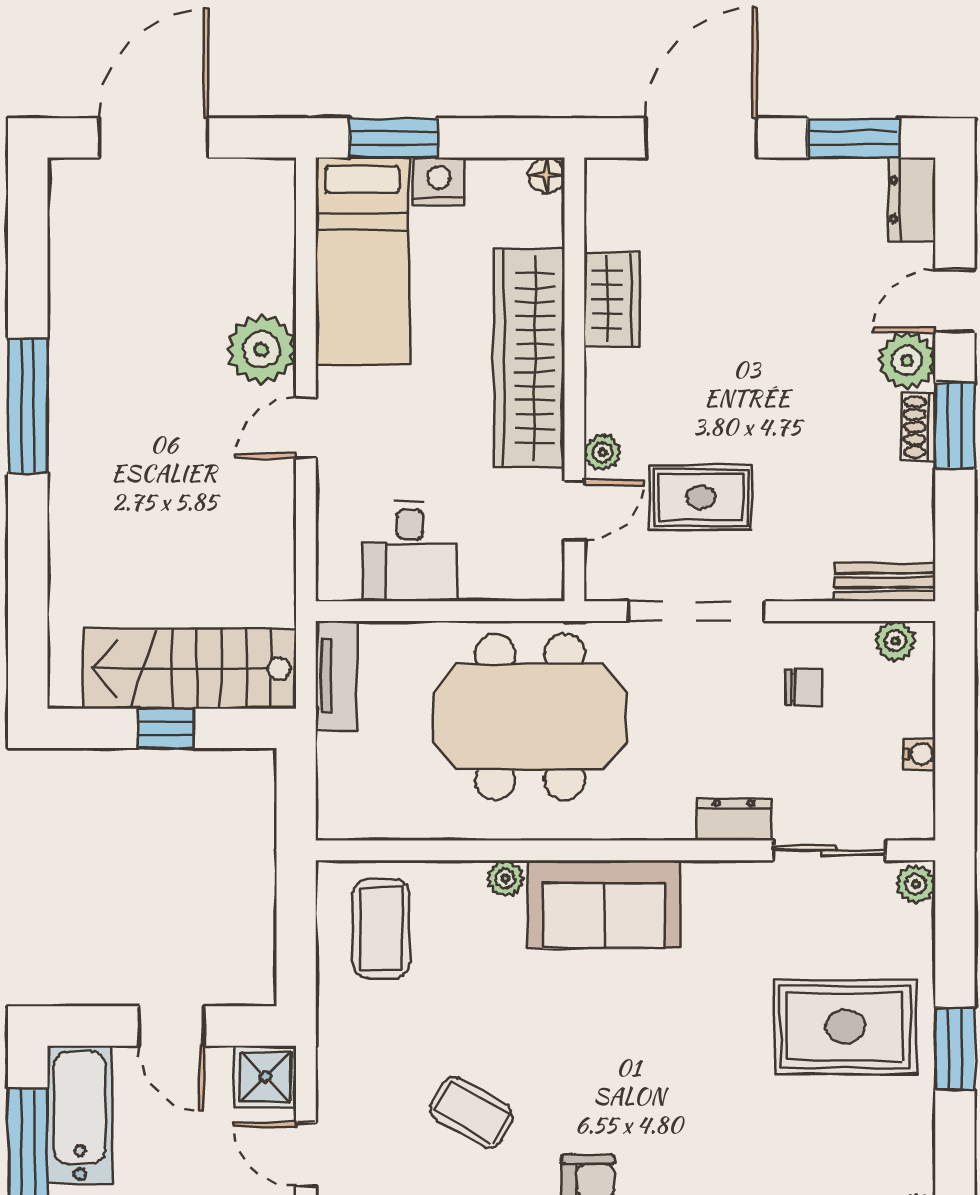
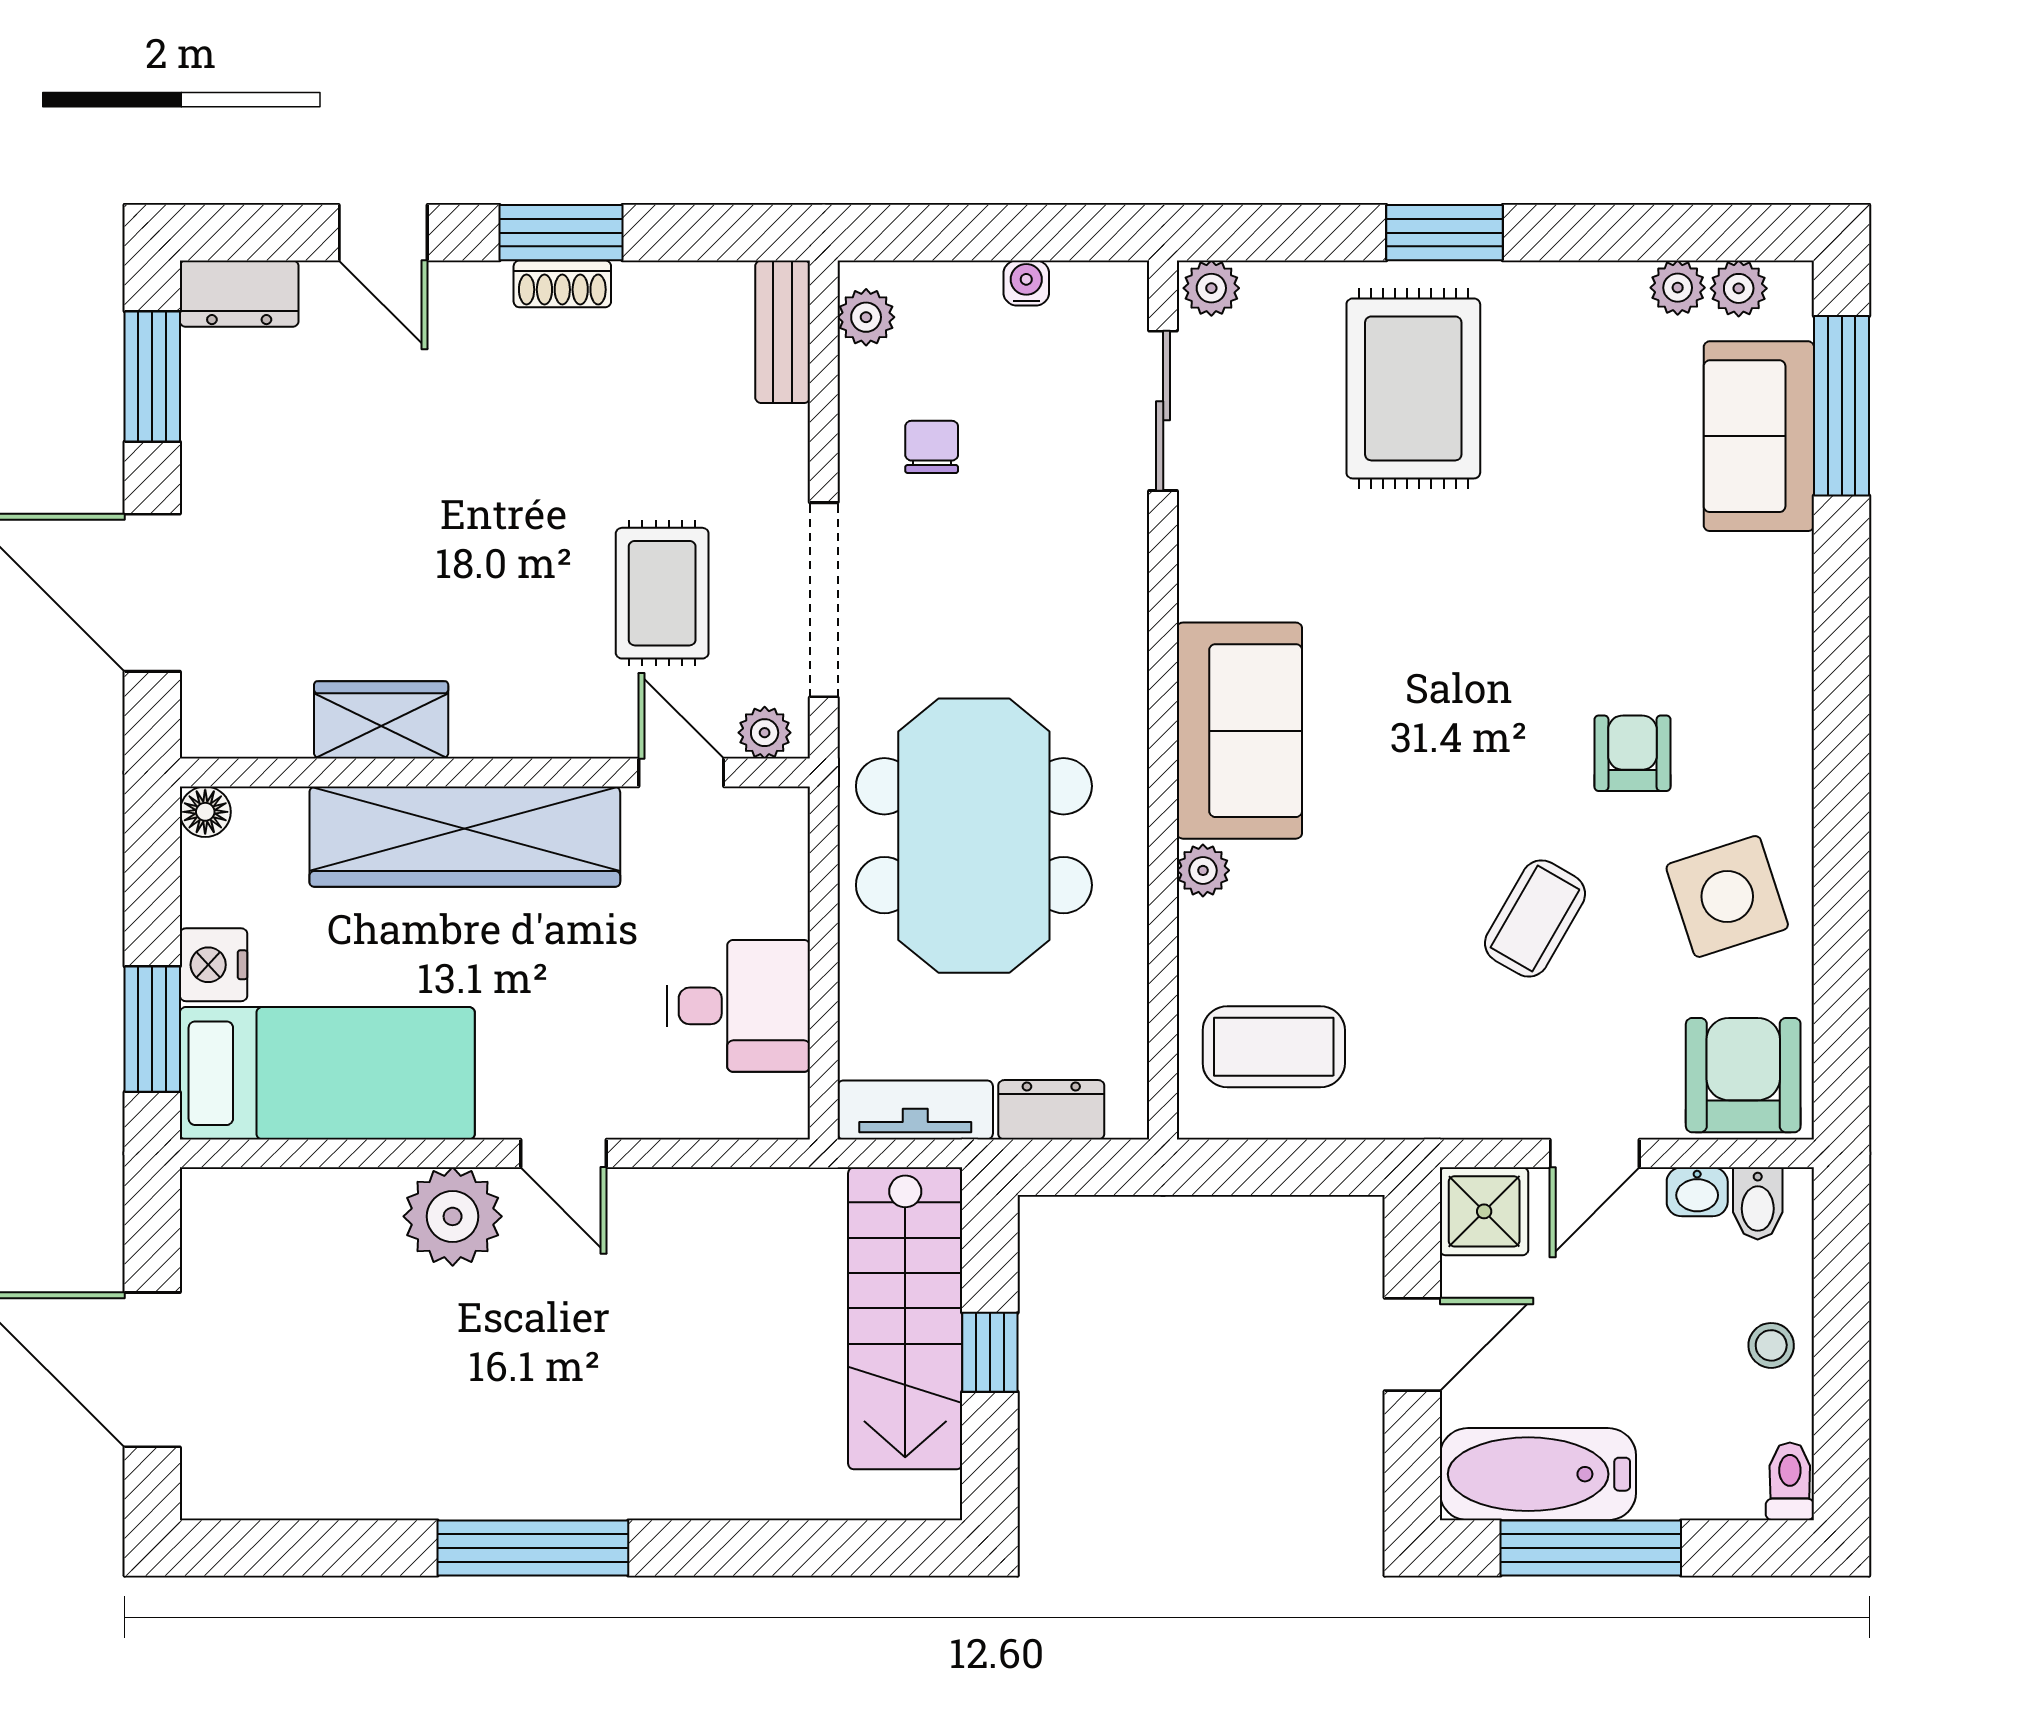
plant: (907, 360) -> (468, 300), removed
plant: (602, 452) -> (765, 733), moved
dresser: (734, 820) -> (1051, 1110), moved, turned 90

